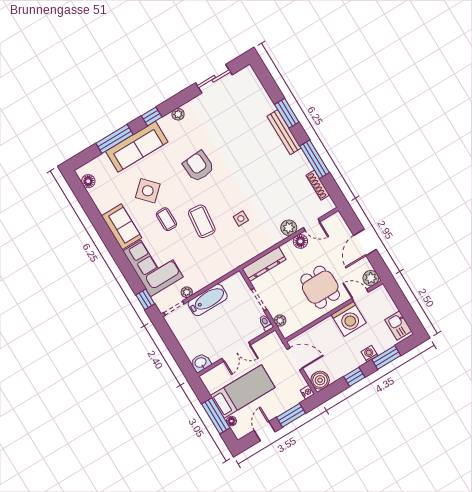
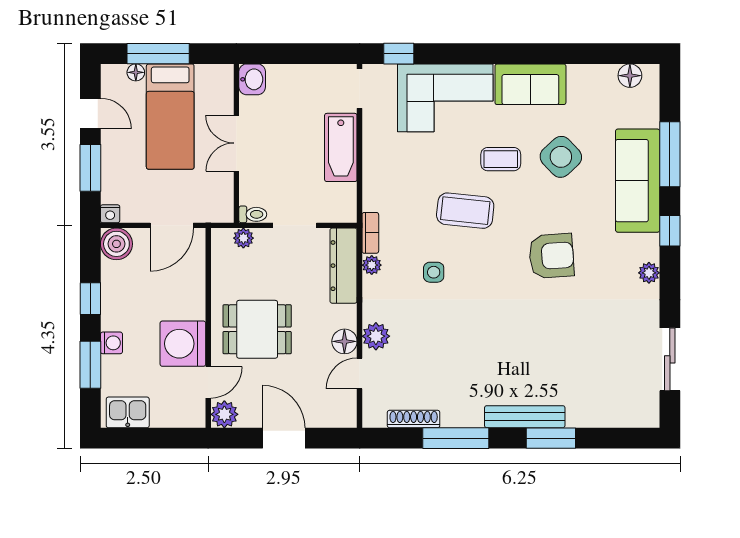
bookcase: (240, 261) -> (370, 233), added
plant: (187, 292) -> (372, 265), moved

